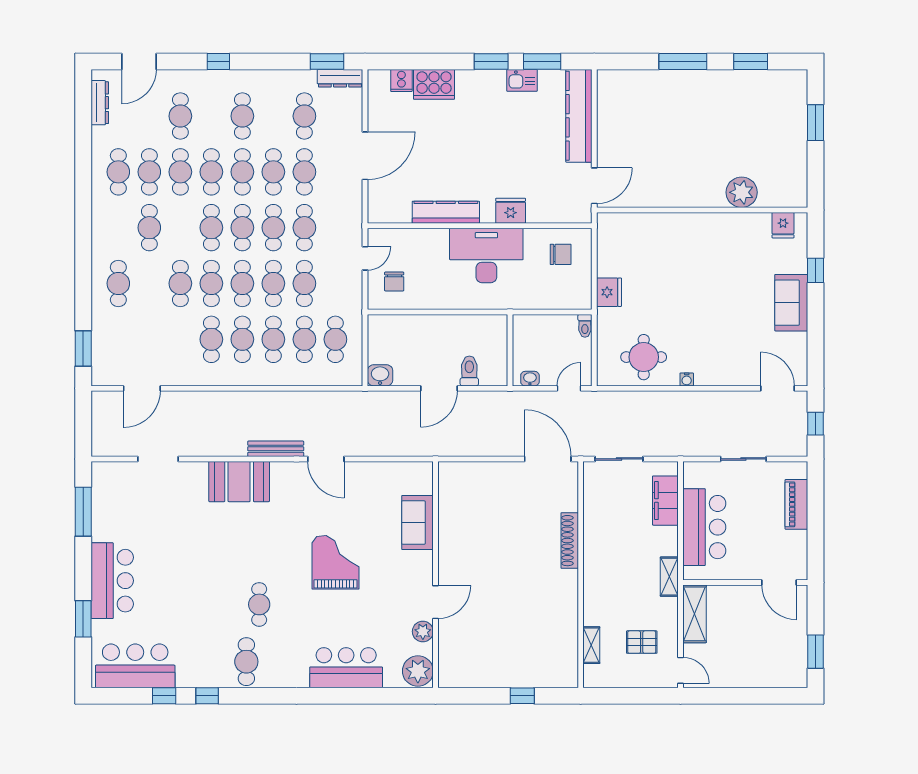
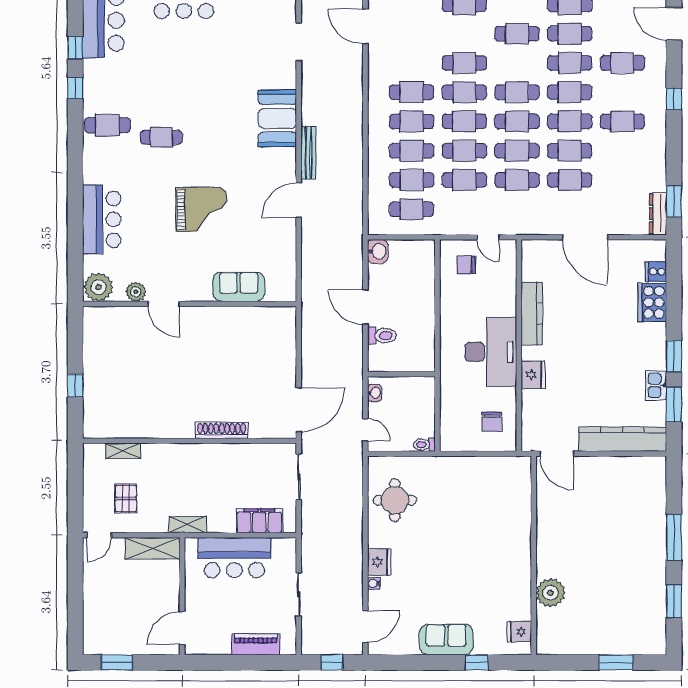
cafe table: (304, 116) -> (622, 180), removed
fridge: (609, 292) -> (379, 562), moved, turned -90
water cooler: (687, 379) -> (374, 583), moved

